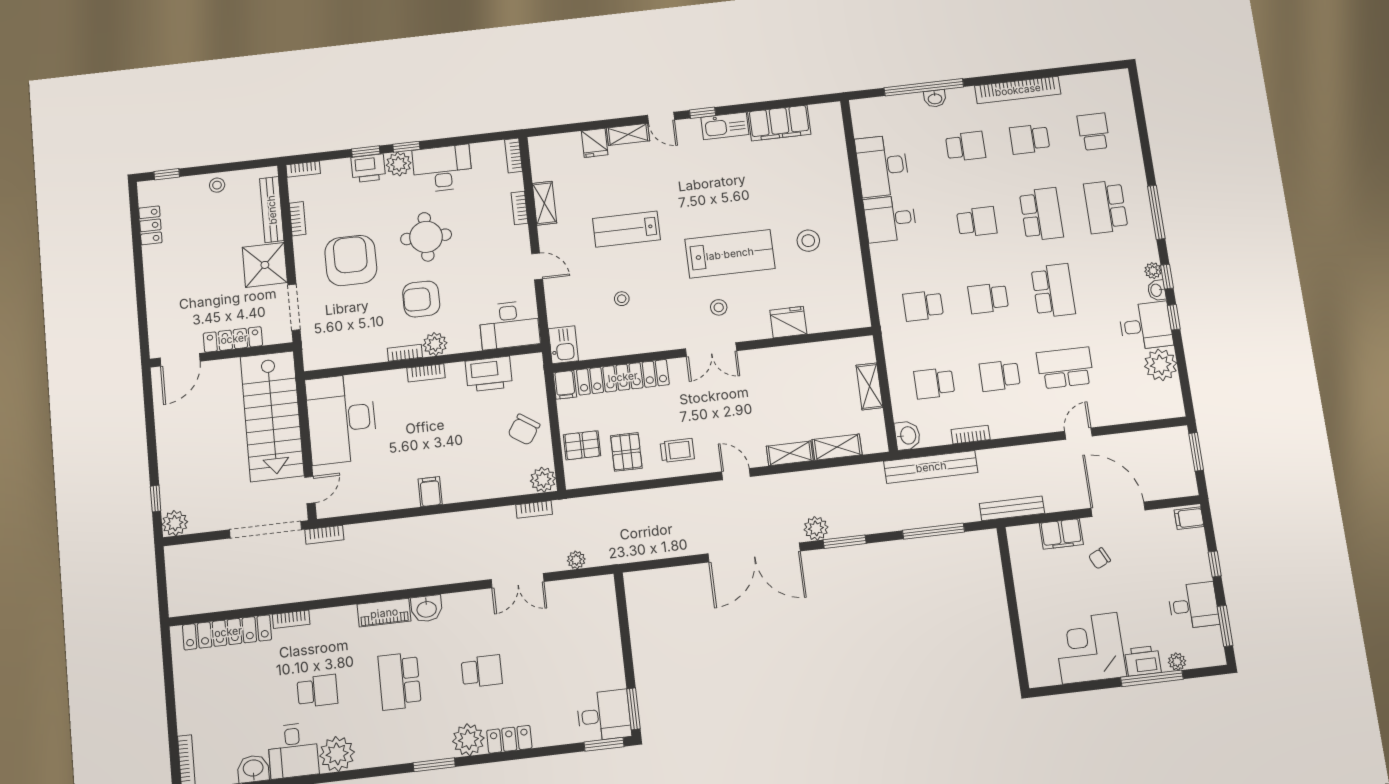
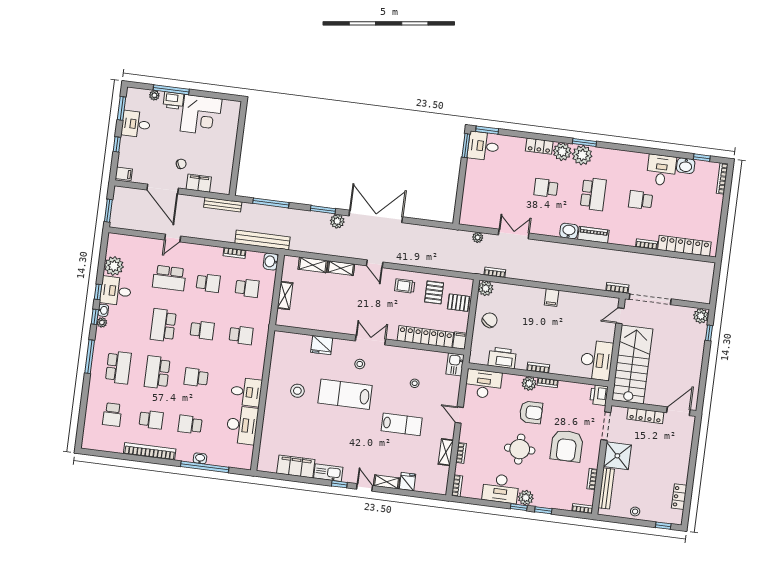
printer: (368, 168) -> (599, 395), moved, turned -90
desk: (341, 419) -> (596, 360), width x0.73, depth x0.77
plant: (337, 754) -> (582, 155), moved

